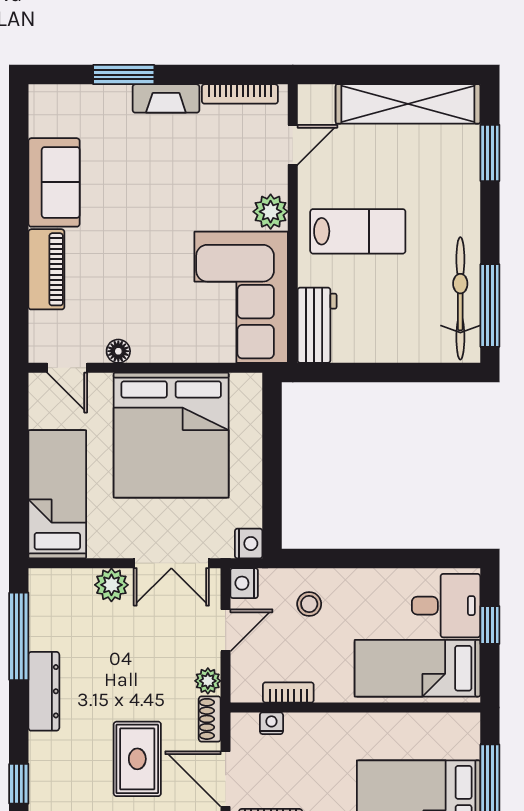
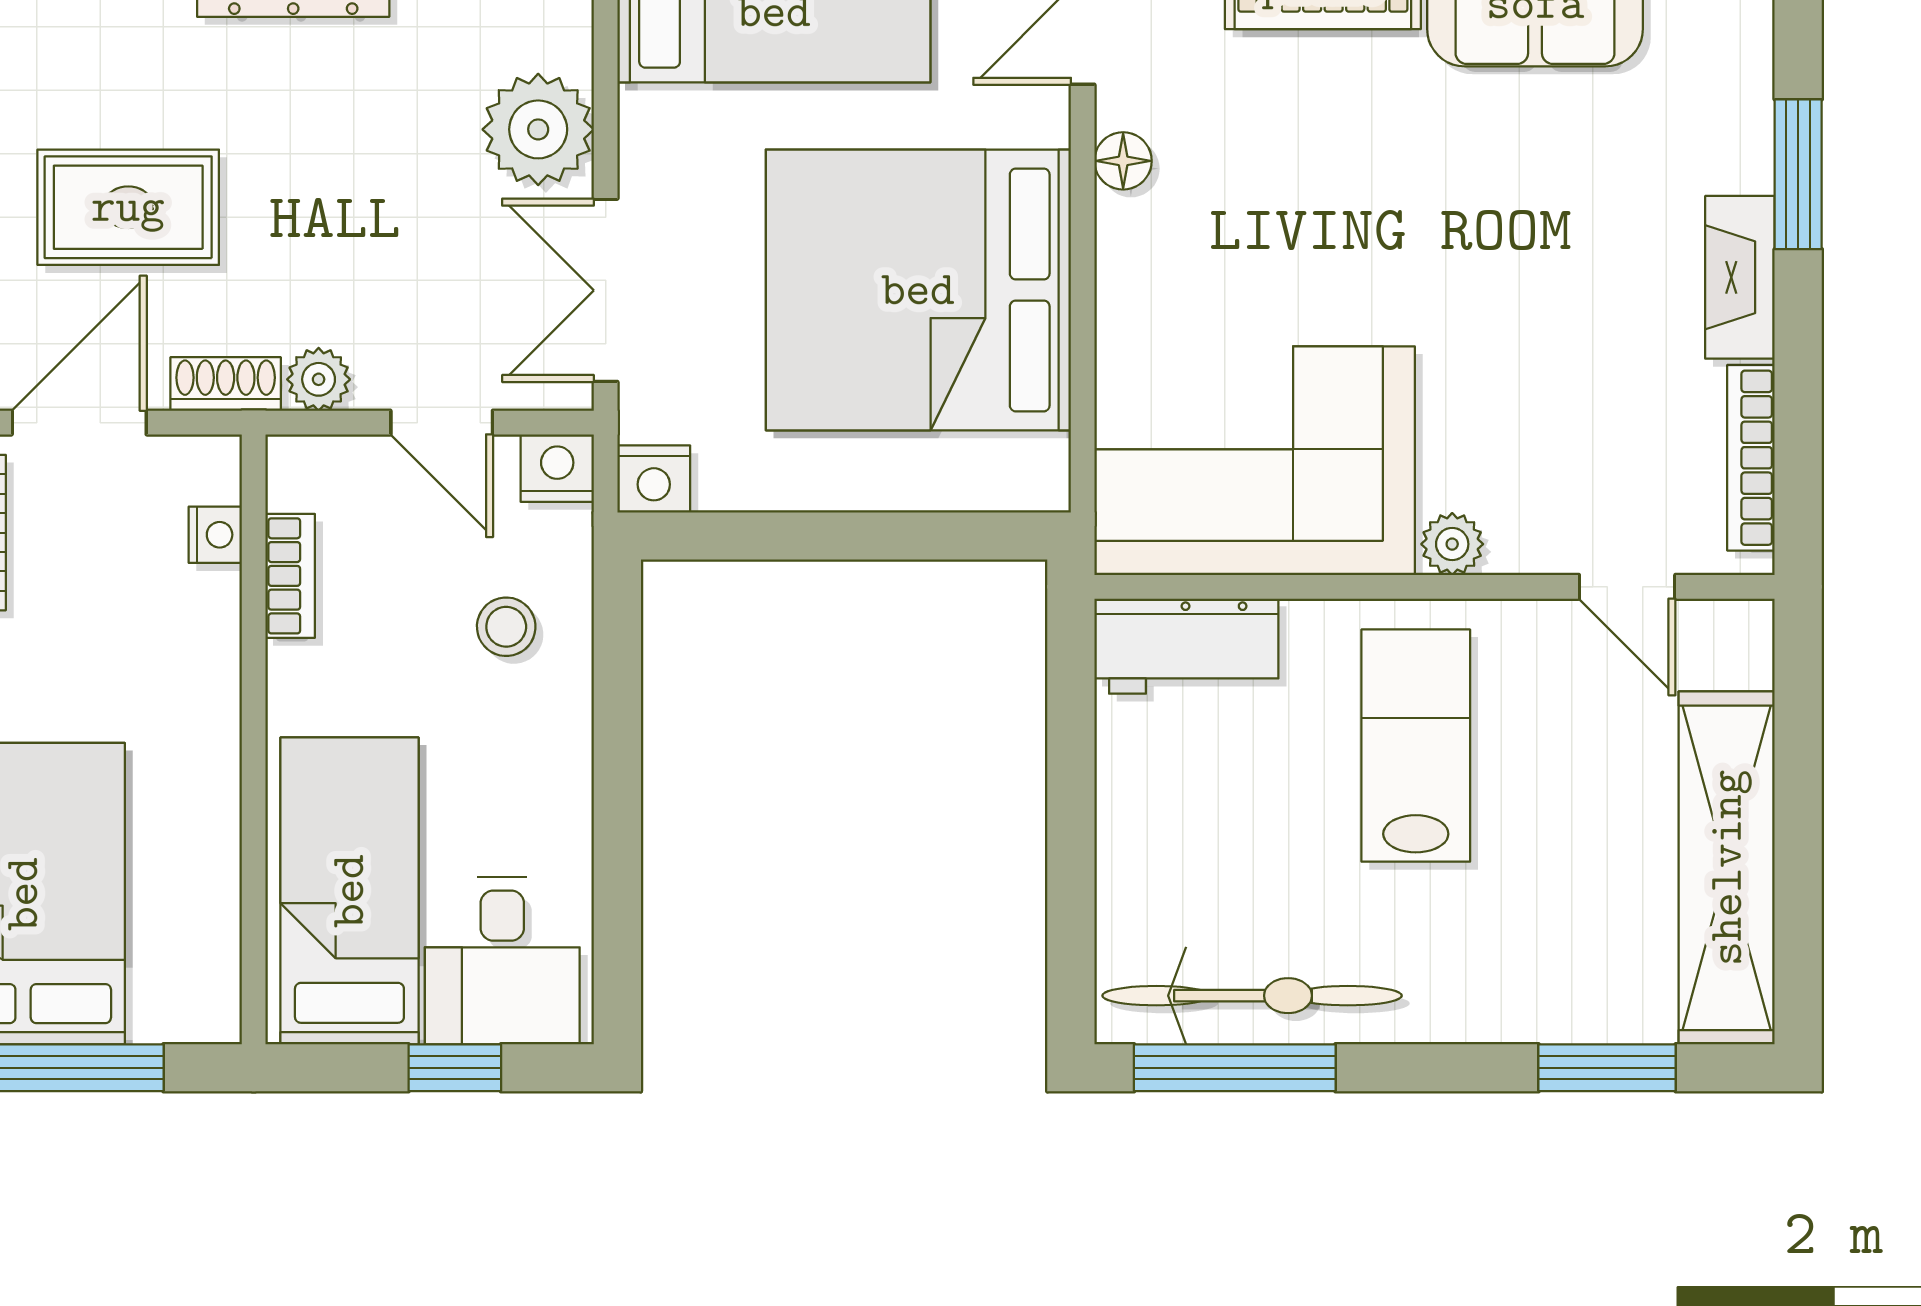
plant: (271, 212) -> (1452, 544), width x0.73, depth x0.73
lab bench: (358, 231) -> (1416, 746), turned 180
plant: (111, 585) -> (538, 129), width x1.36, depth x1.36

